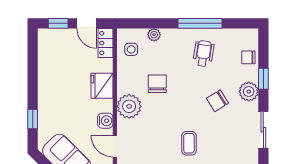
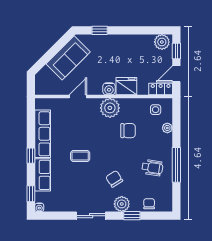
plant: (47, 42) -> (162, 42), added
water cooler: (105, 121) -> (109, 89), moved

